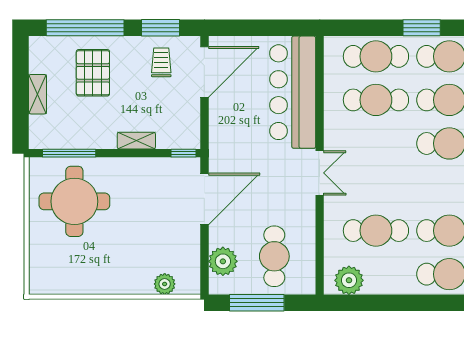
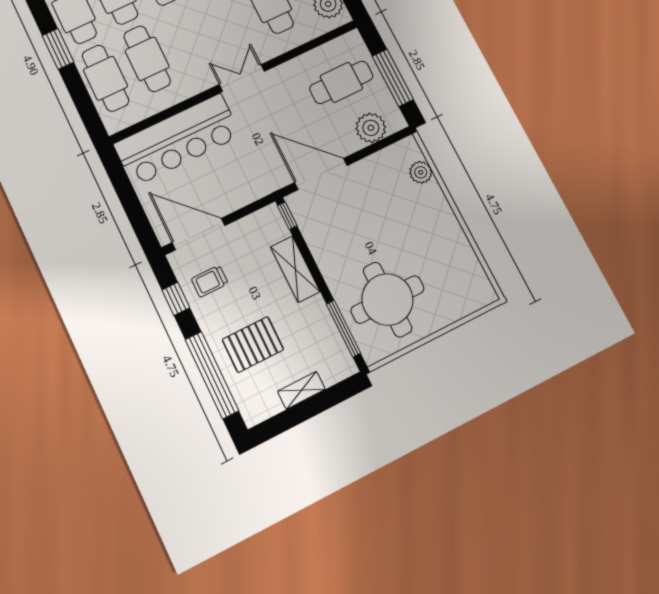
window: (160, 28) -> (176, 299), width x0.67
shelving: (136, 141) -> (295, 269), width x1.50, depth x1.33

